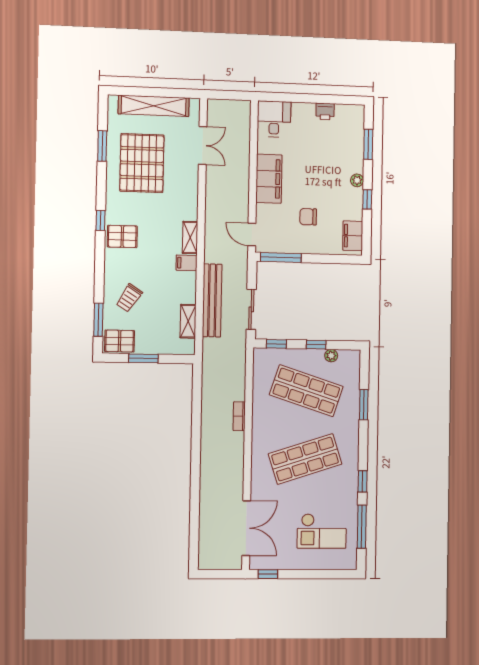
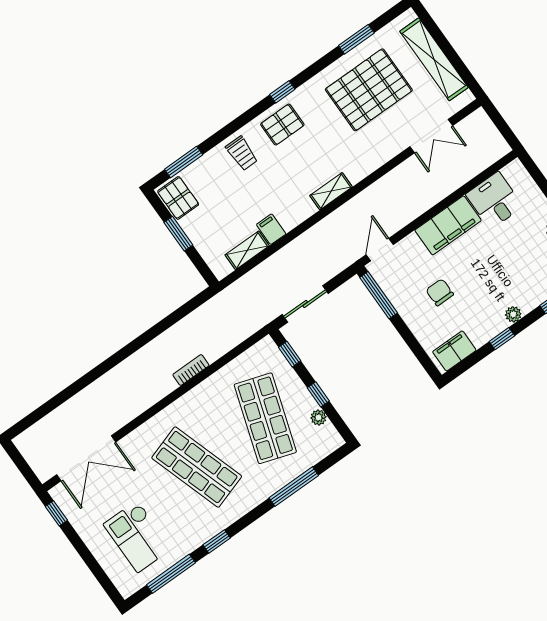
desk: (274, 119) -> (494, 200), moved, turned -90
pallet: (122, 236) -> (282, 125), turned 90
filing cabinet: (187, 263) -> (271, 229), moved
trolley: (129, 298) -> (242, 153), moved, turned -123
bench: (212, 300) -> (285, 259), removed
window: (364, 405) -> (294, 487), width x1.44

